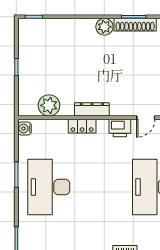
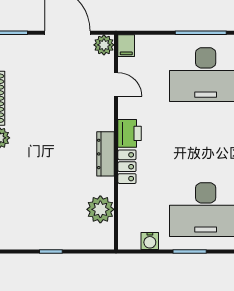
printer: (120, 128) -> (130, 133), moved
water cooler: (25, 129) -> (150, 241), moved

